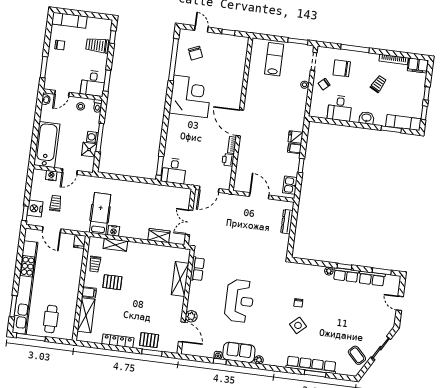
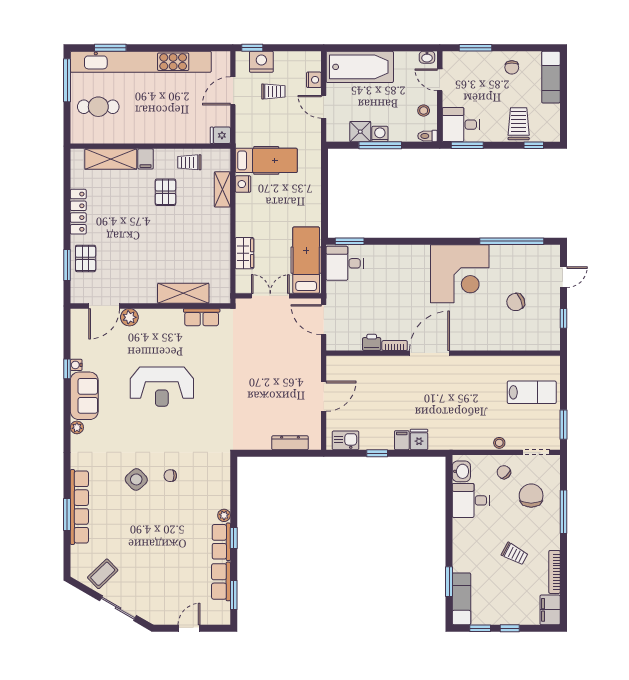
chair: (195, 53) -> (516, 302), moved
washbasin: (366, 118) -> (461, 471), moved
hospital bed: (169, 196) -> (306, 260), added

